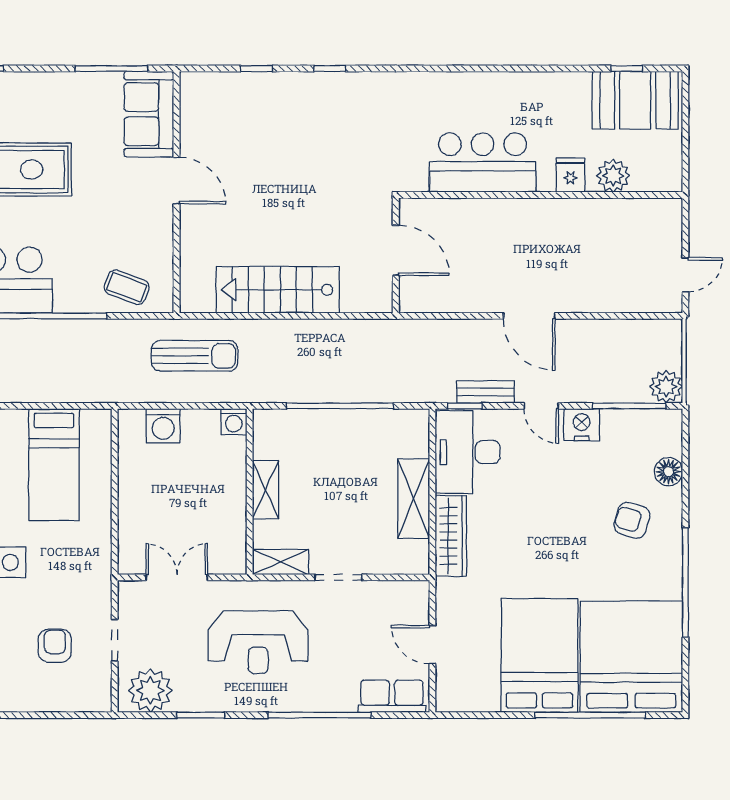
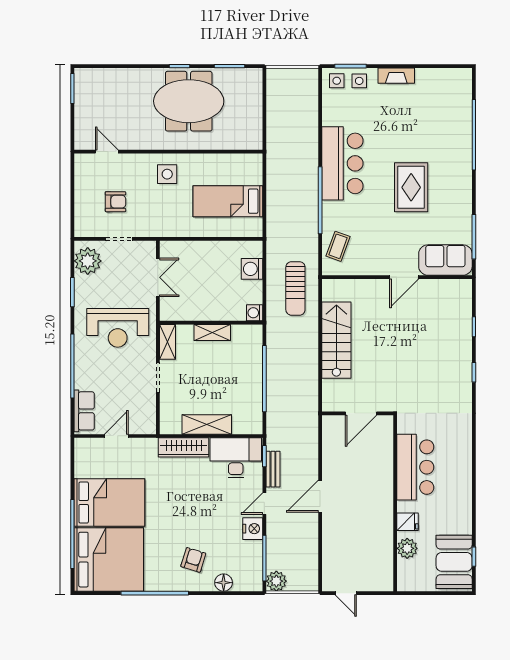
reception desk: (258, 642) -> (118, 328), turned -90

